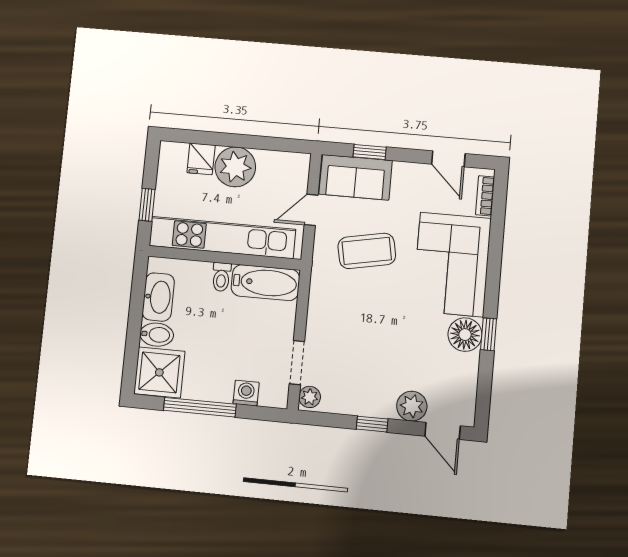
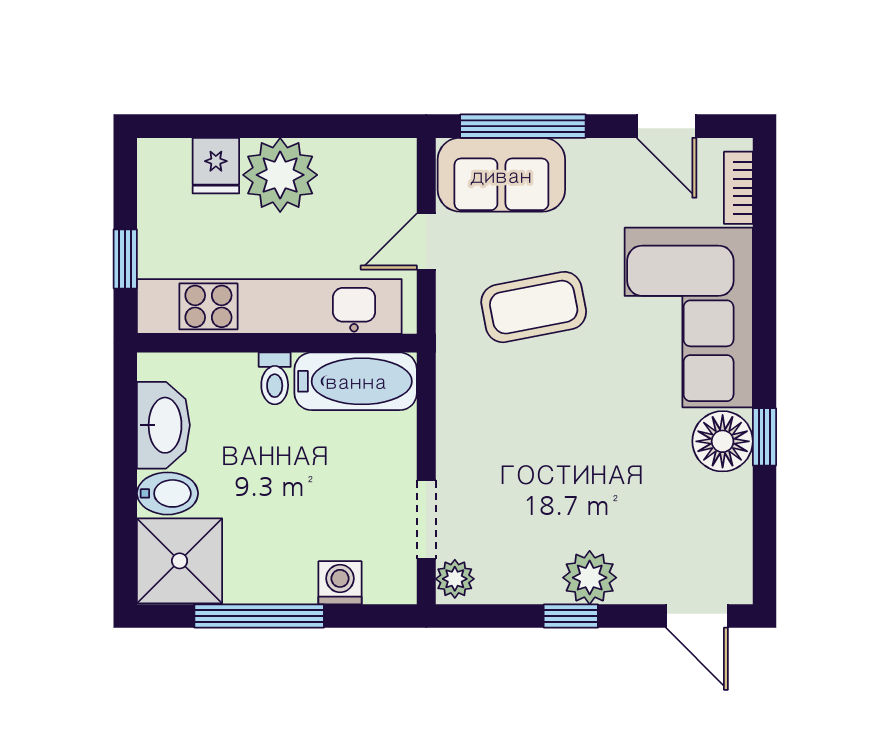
window: (370, 152) -> (523, 126), width x2.17
plant: (412, 406) -> (590, 578), moved

